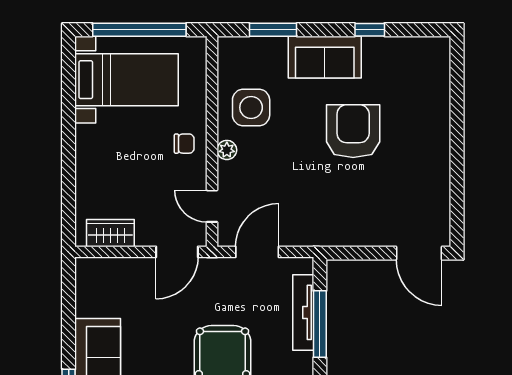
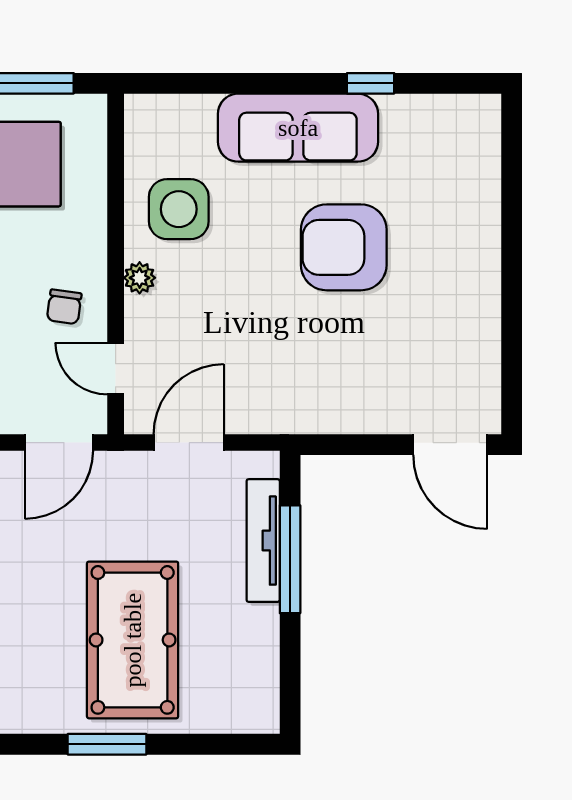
window: (273, 30) -> (214, 83), removed
sofa: (325, 57) -> (298, 128), width x1.36
armchair: (353, 131) -> (344, 247), turned -90
chair: (184, 144) -> (64, 307), moved, turned 98

